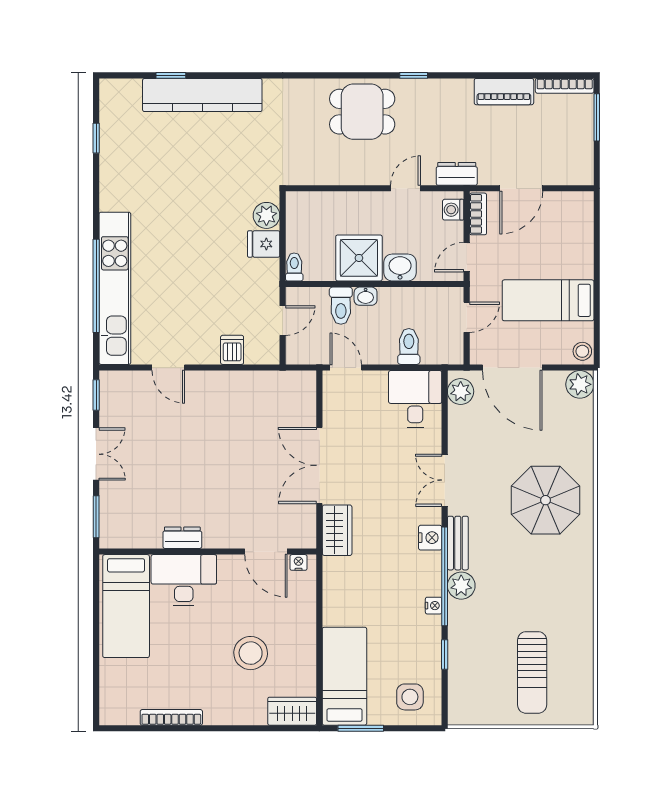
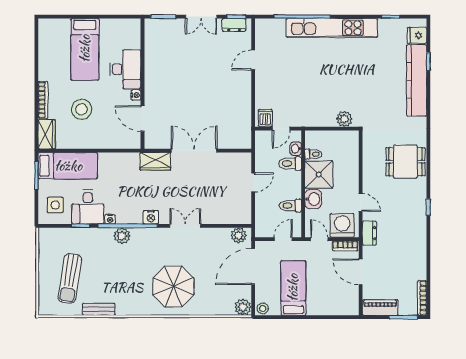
piano: (504, 92) -> (380, 307), moved, turned 90
dining table: (362, 112) -> (405, 162), moved, turned 90
washing machine: (453, 210) -> (342, 225), width x1.89, depth x1.89
fridge: (264, 244) -> (417, 35), moved, turned -90
toilet: (294, 267) -> (313, 154), moved
kitchen unit: (115, 288) -> (332, 28), moved
washbasin: (366, 296) -> (296, 149), moved
door: (467, 317) -> (283, 239), swing flipped
door: (283, 321) -> (281, 129), hinge flipped
toilet: (409, 346) -> (291, 206), moved, turned 180
dishwasher: (232, 350) -> (265, 118), moved, turned -90
door: (346, 367) -> (253, 182), moved
desk: (415, 399) -> (88, 207), moved, turned 90
dresser: (182, 538) -> (234, 25), moved, turned 90
bench: (458, 543) -> (99, 309), moved
door: (266, 552) -> (143, 119), hinge flipped
nightstand: (299, 562) -> (136, 95), moved
bed: (126, 606) -> (85, 49), moved, turned -90
sun lounger: (532, 672) -> (70, 278), turned -81
bookcase: (171, 717) -> (43, 100), moved

